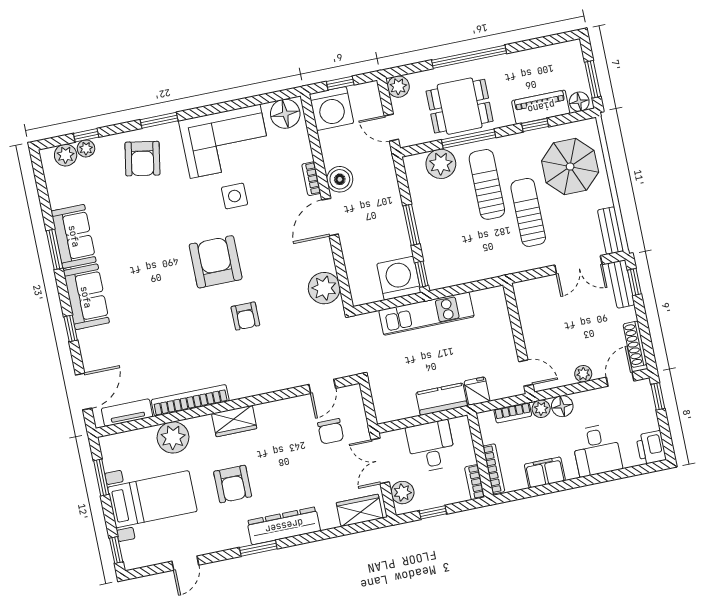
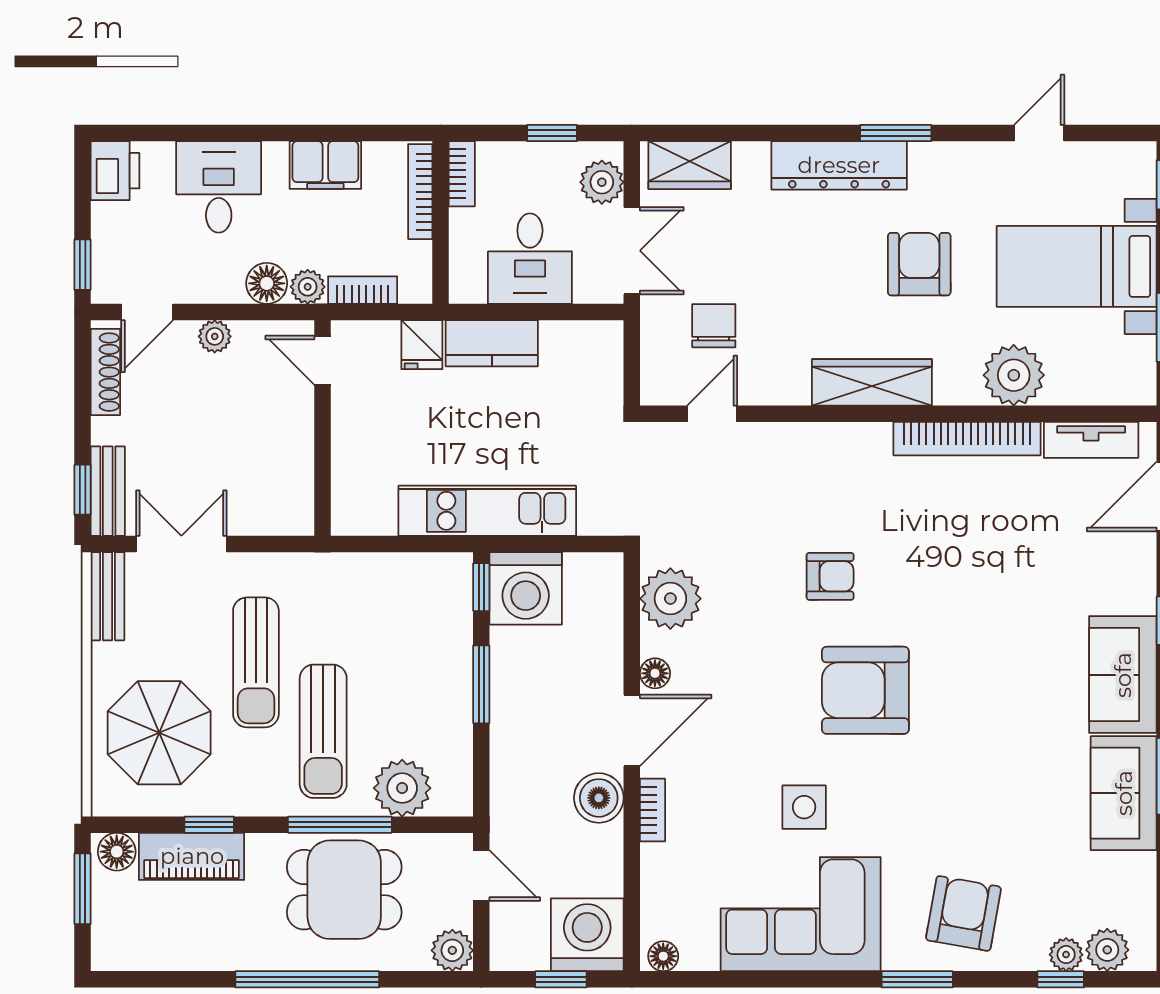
floor lamp: (285, 114) -> (663, 956), width x0.53, depth x0.53
floor lamp: (324, 248) -> (655, 673), added
armchair: (216, 262) -> (865, 690), turned 90
armchair: (245, 316) -> (830, 576), turned 90
wardrobe: (234, 421) -> (872, 382), width x1.50

